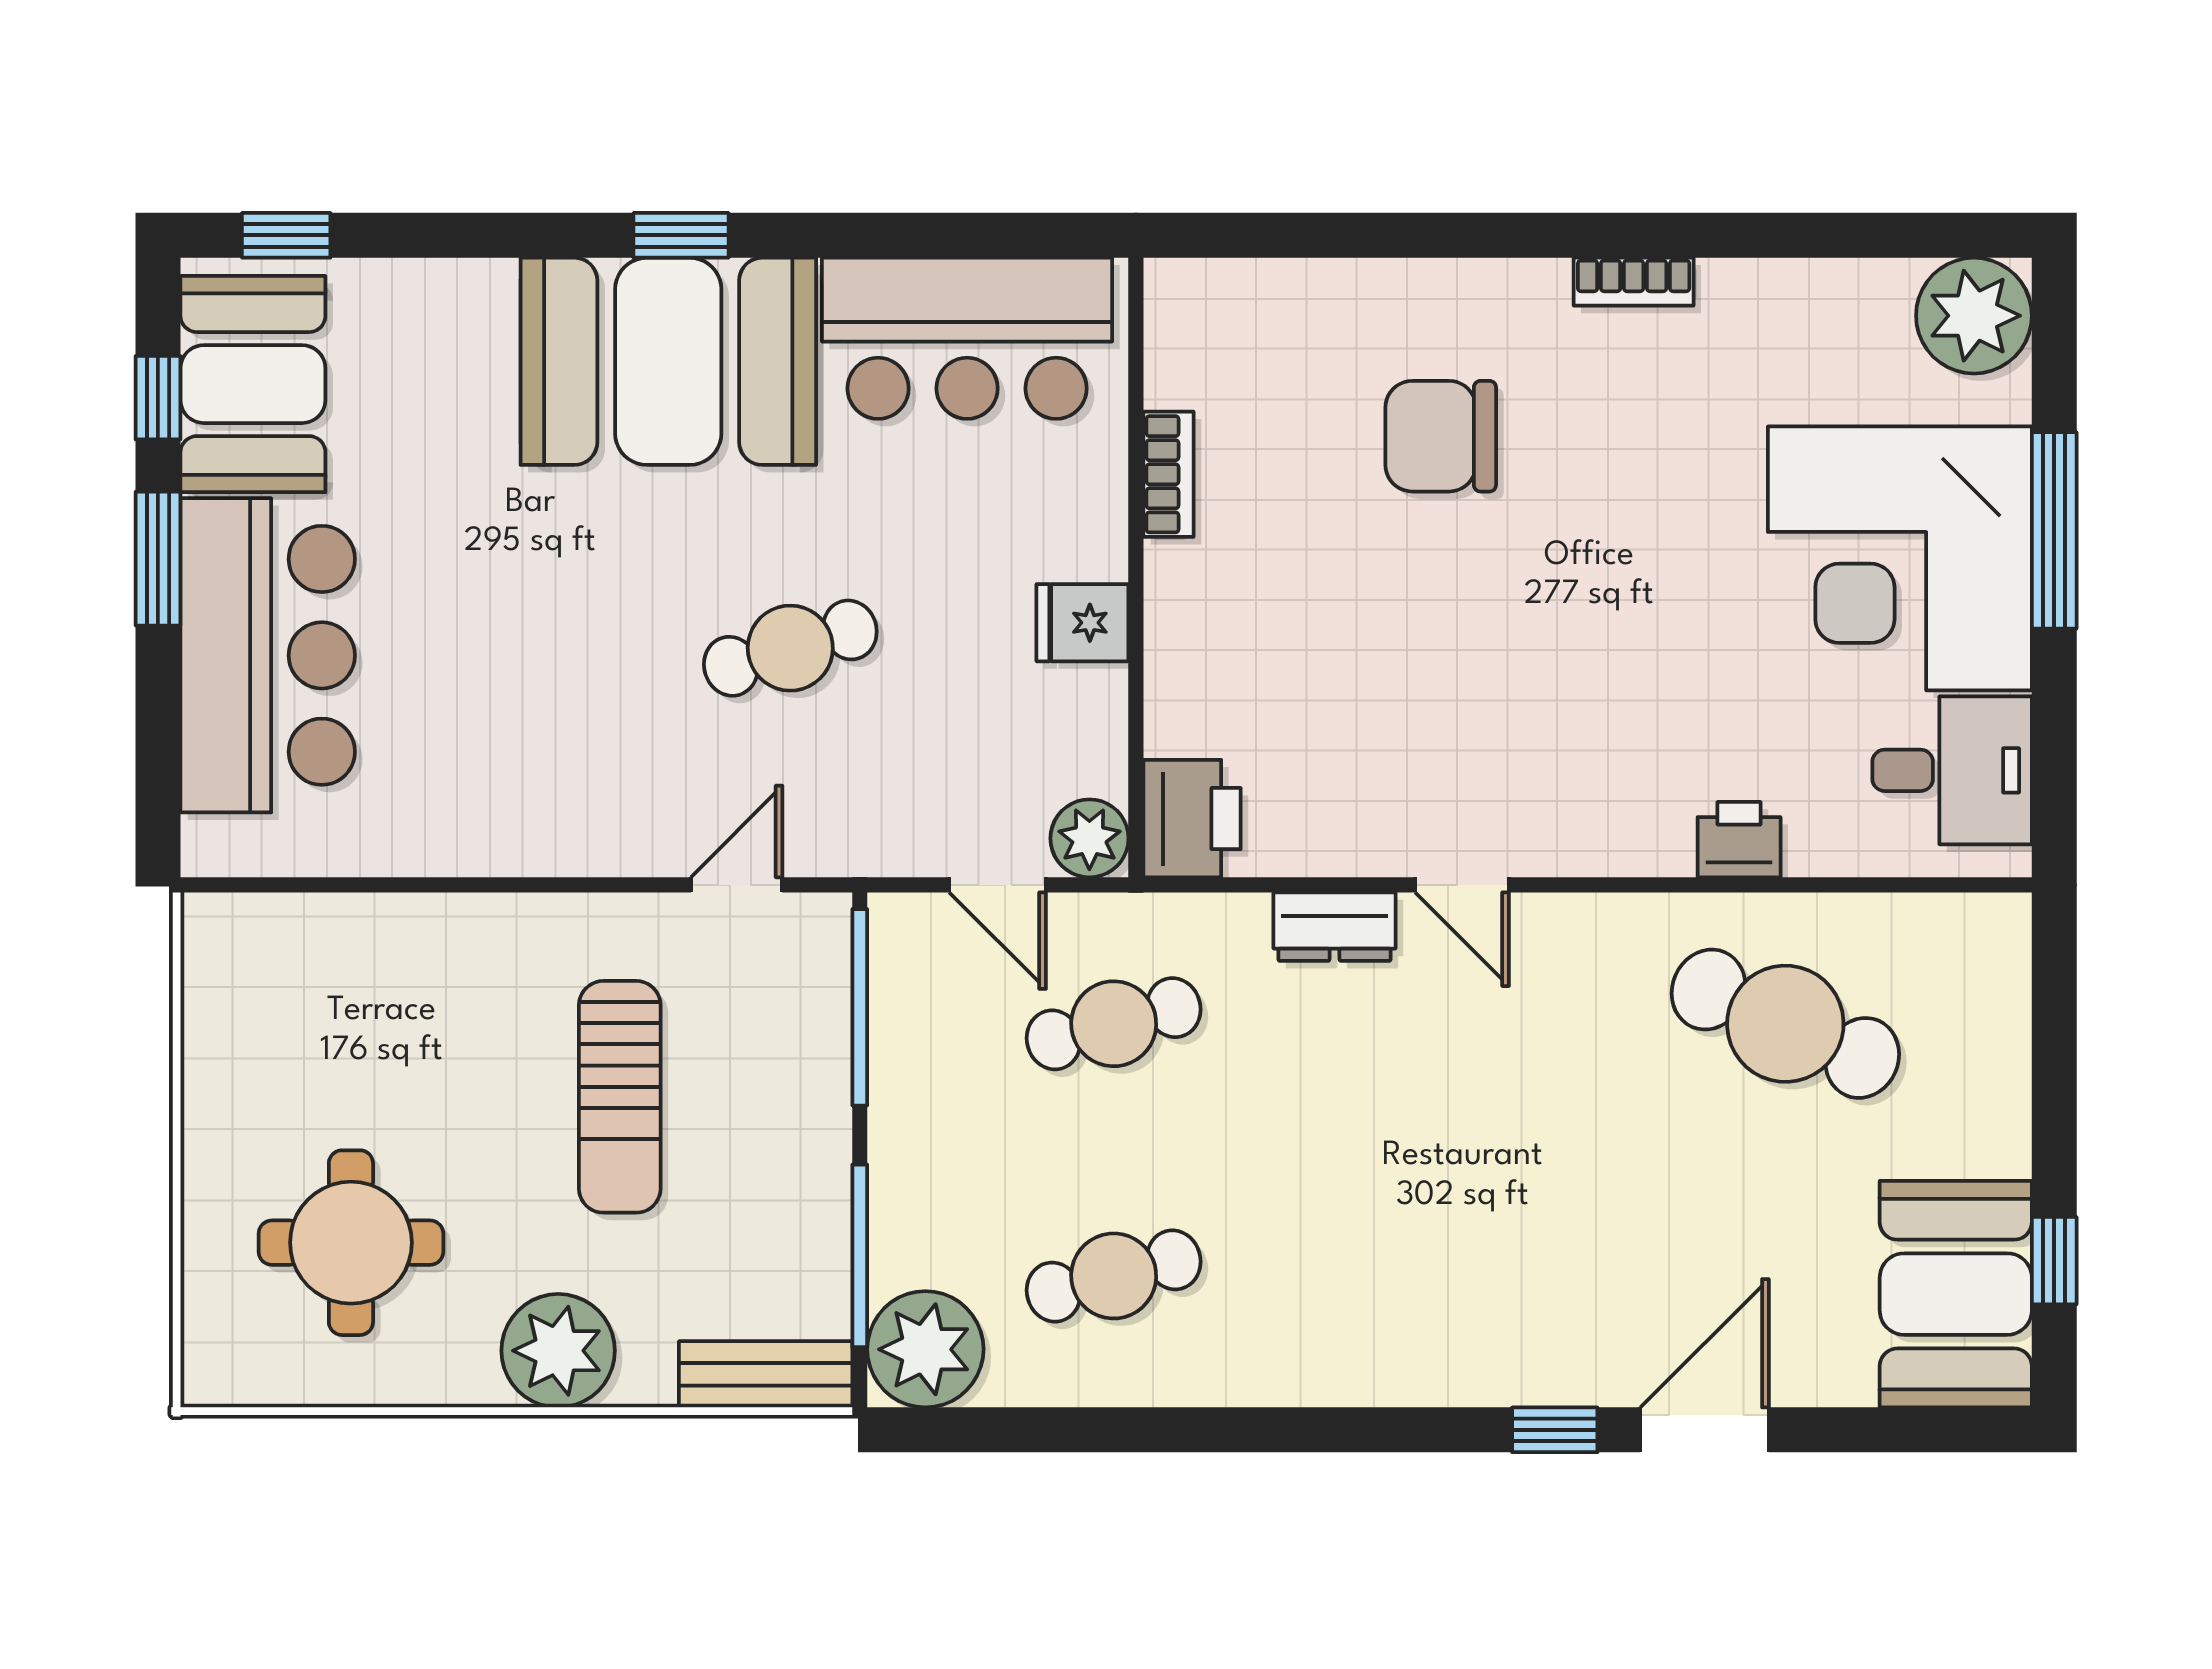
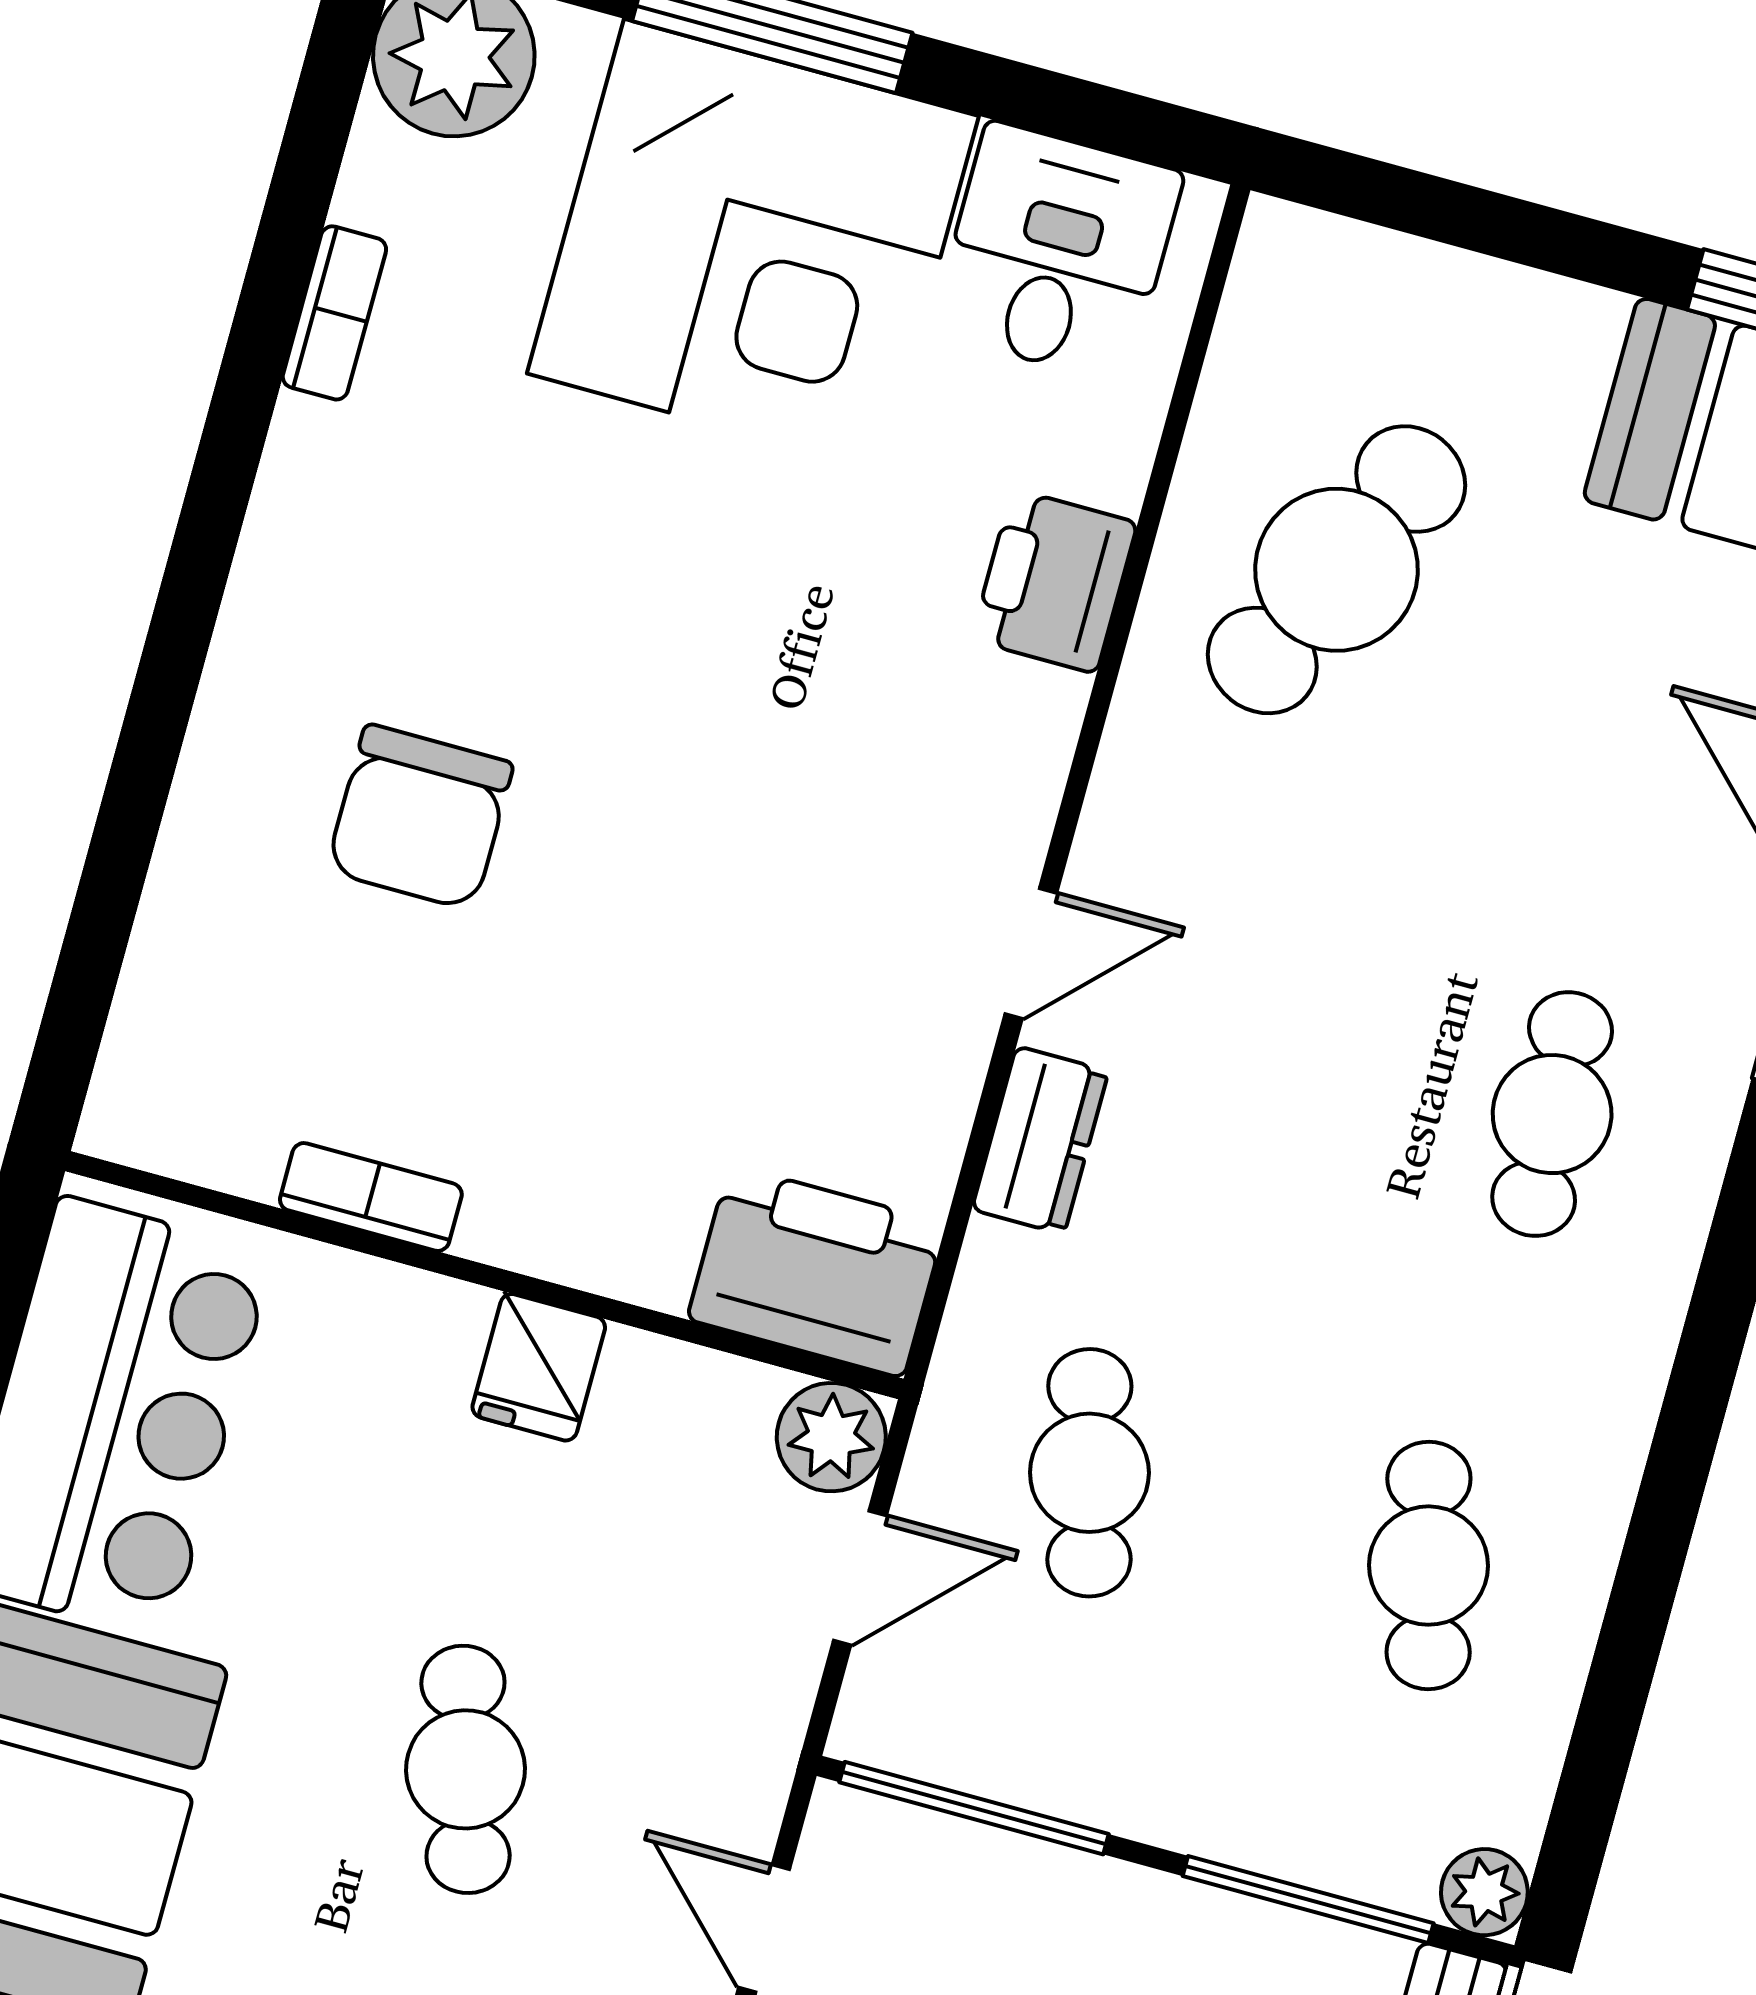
bookcase: (1634, 282) -> (334, 313), moved
printer: (1192, 819) -> (816, 1271), width x1.37, depth x1.19
printer: (1739, 840) -> (1054, 581), width x1.36, depth x1.24
cafe table: (1450, 1276) -> (1552, 1114), added
plant: (925, 1349) -> (1484, 1892), width x0.53, depth x0.53

